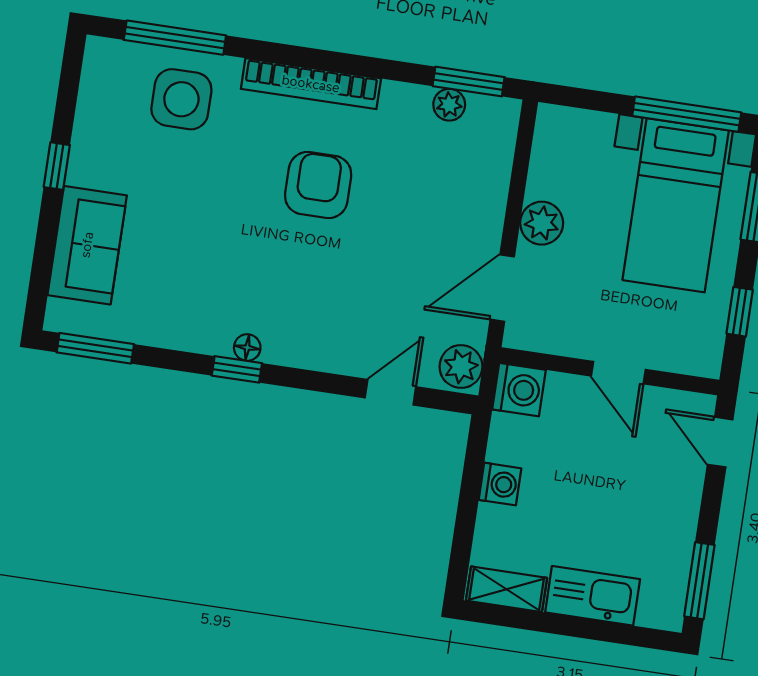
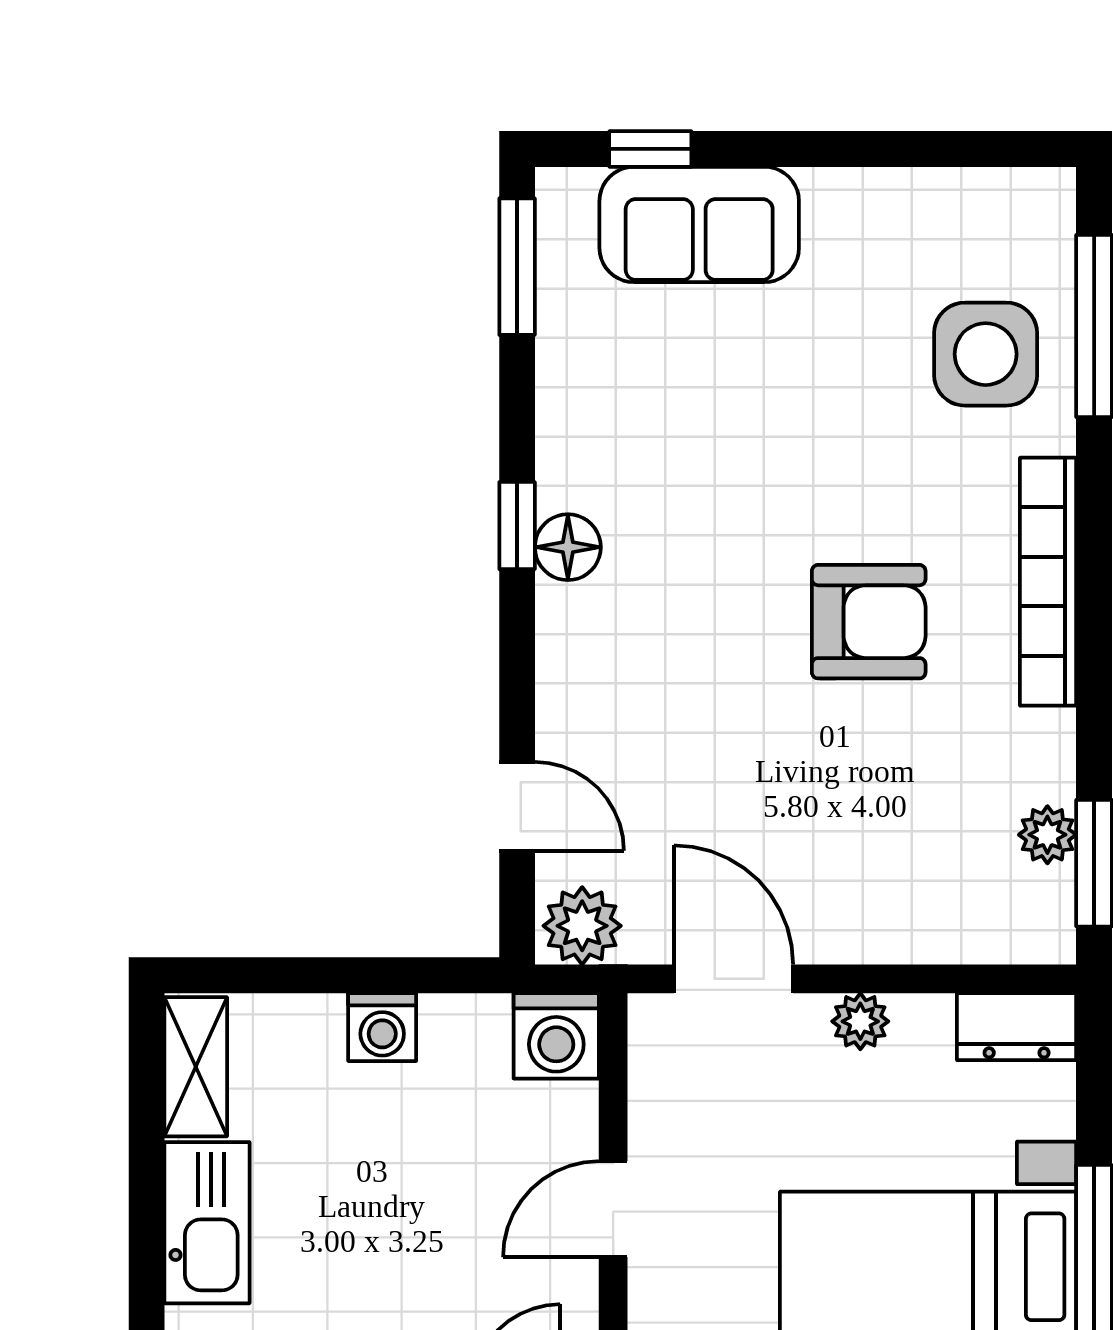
dresser: (552, 137) -> (1017, 1027), added
window: (57, 166) -> (650, 149), moved
plant: (542, 223) -> (860, 1021), width x0.73, depth x0.73
floor lamp: (247, 348) -> (568, 547), width x1.37, depth x1.37

